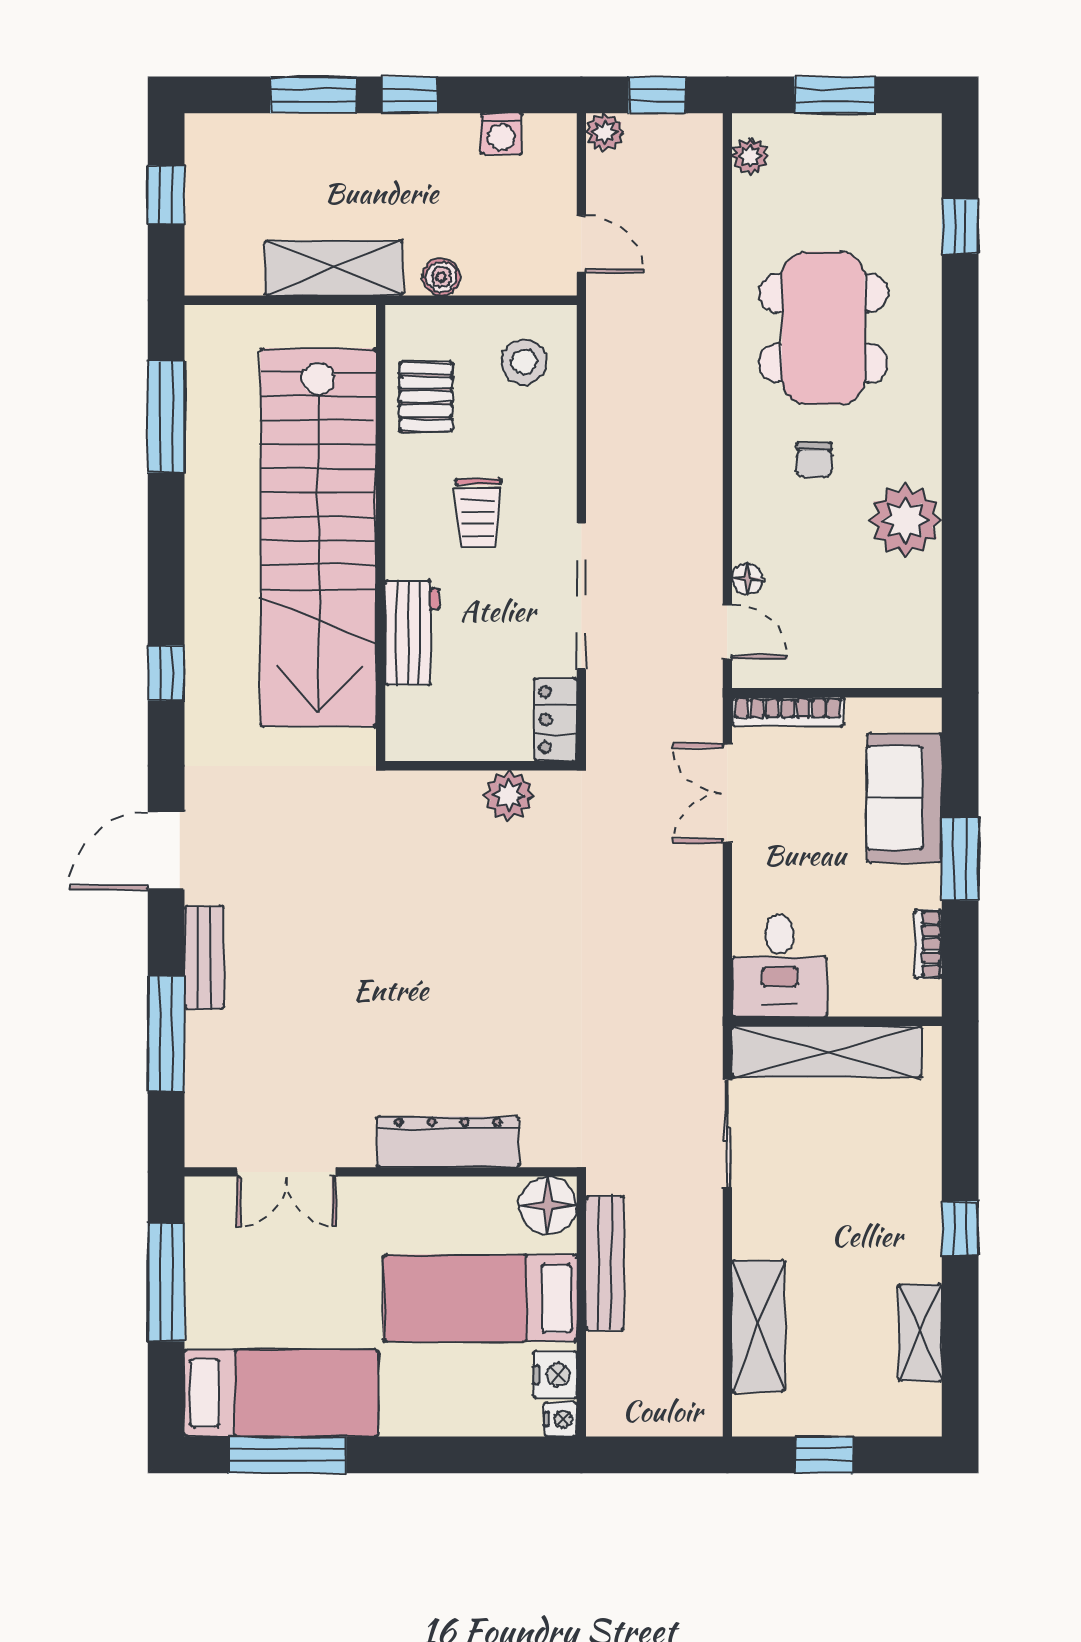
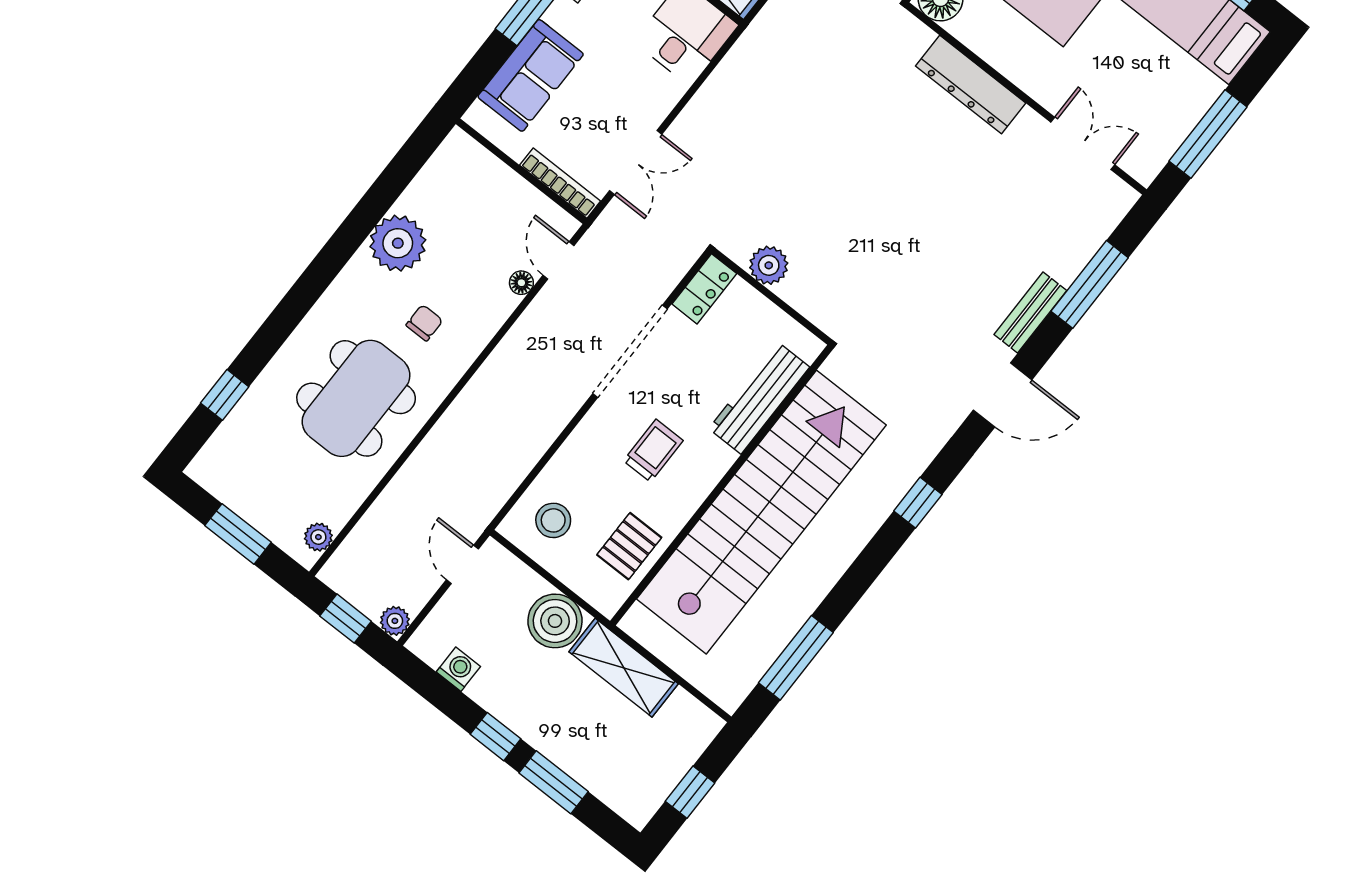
boiler: (441, 277) -> (555, 621), width x1.86, depth x1.86
workbench: (412, 633) -> (759, 398), width x1.38

